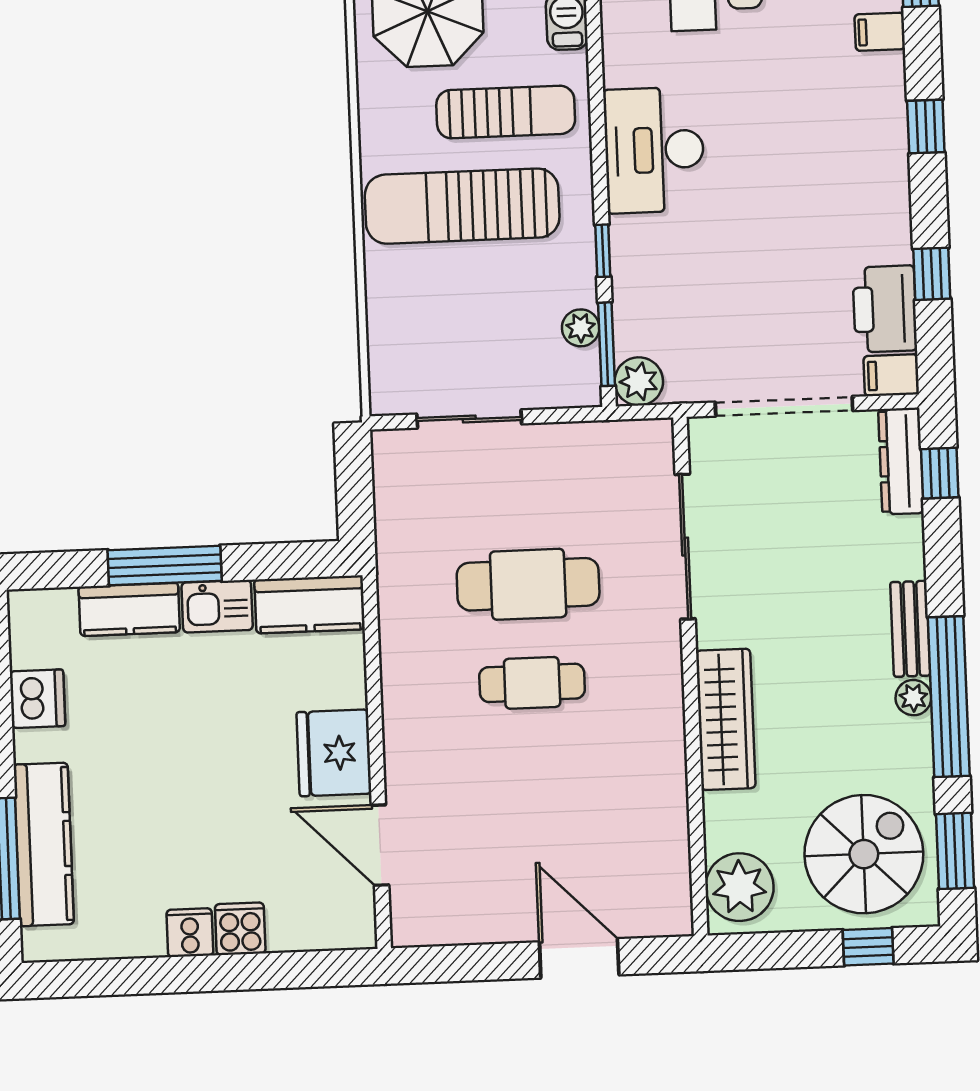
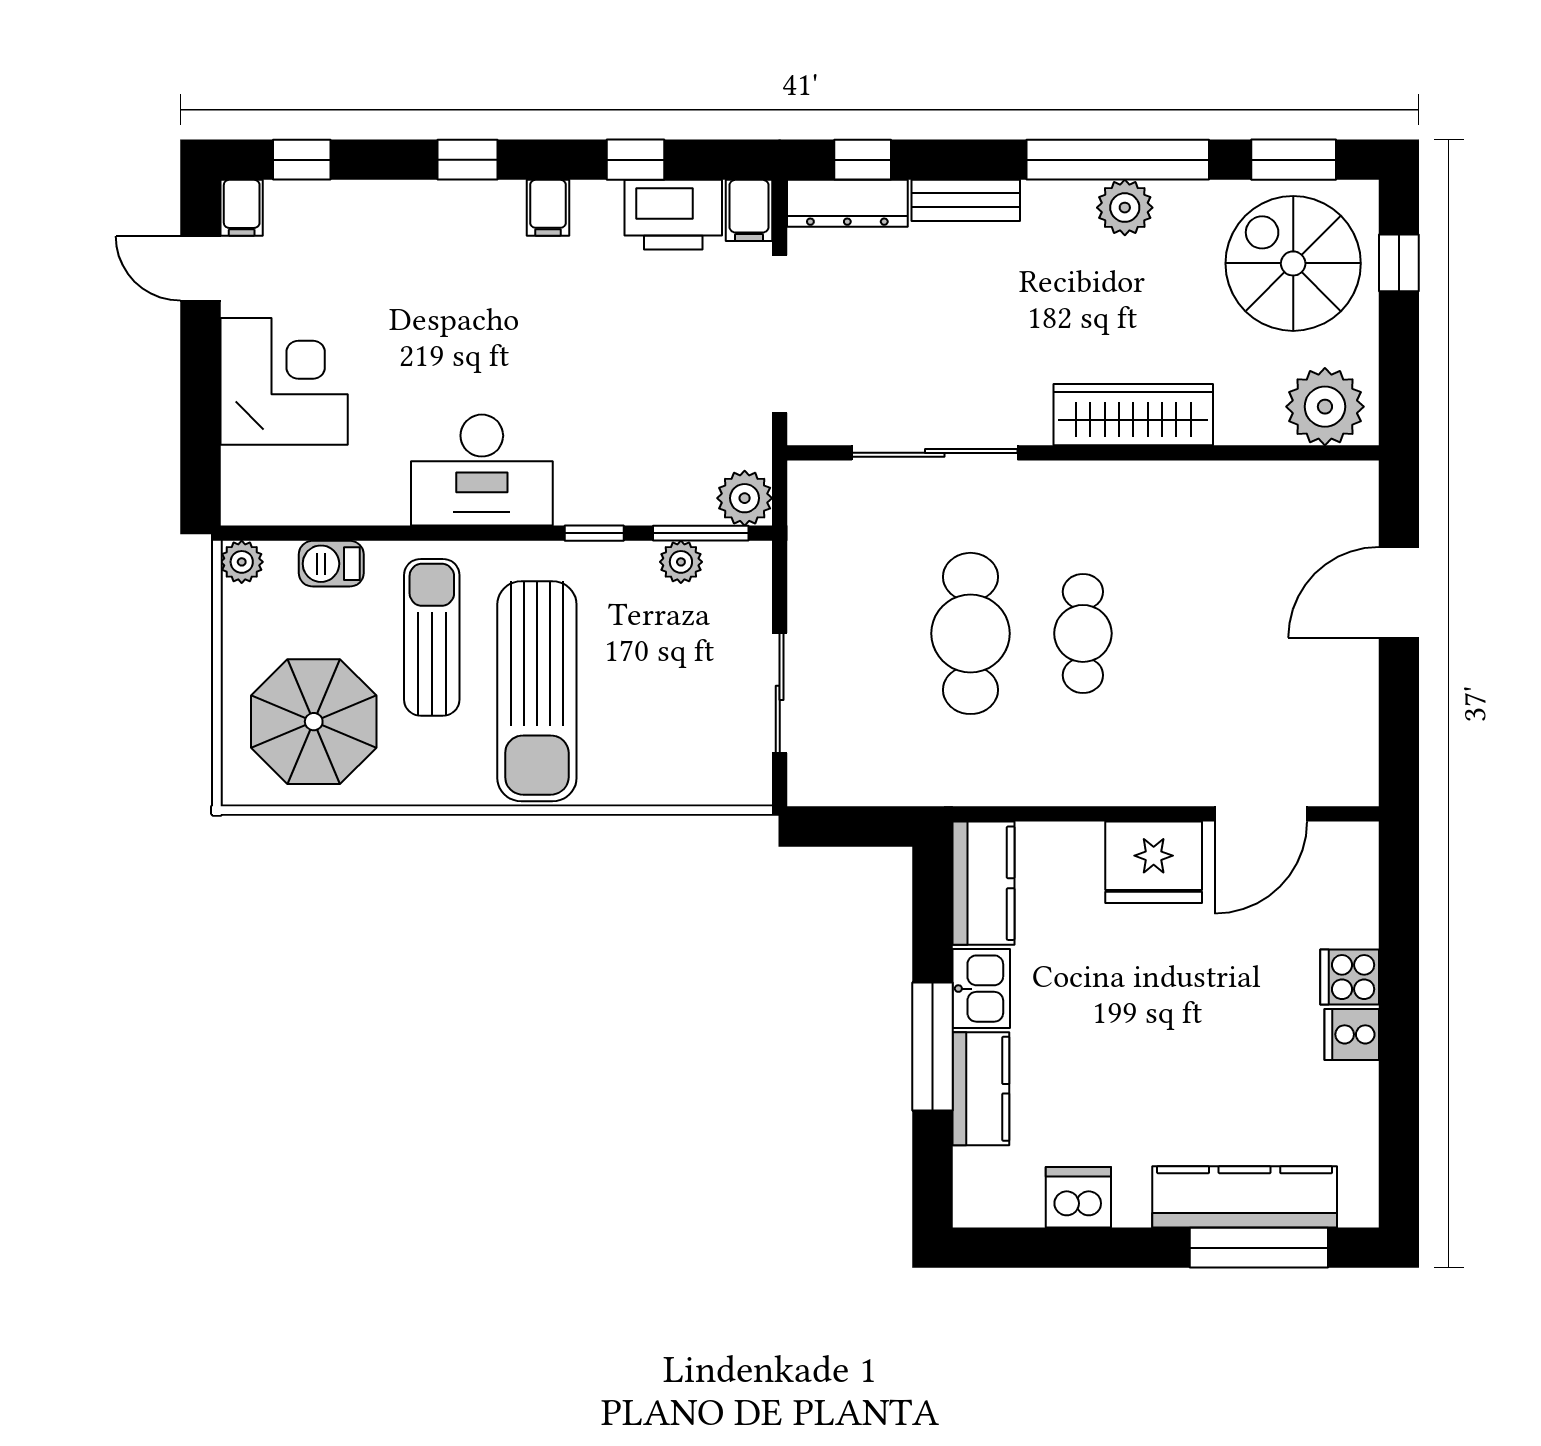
filing cabinet: (880, 32) -> (548, 208), moved
bench: (910, 629) -> (966, 200), moved
plant: (913, 698) -> (1125, 208), width x1.38, depth x1.38

